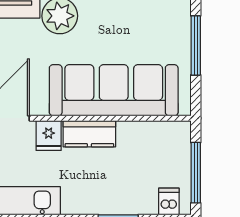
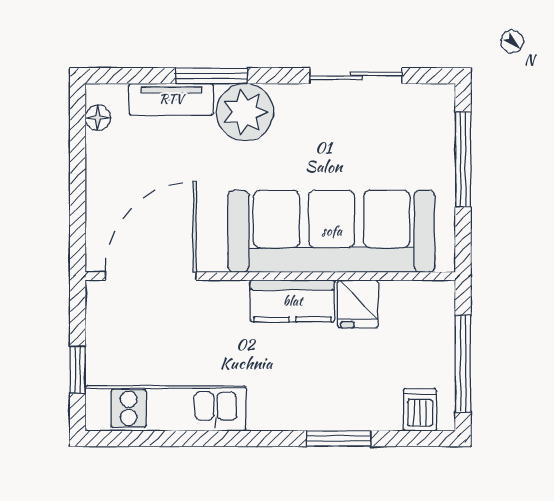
fridge: (49, 135) -> (358, 304), moved

